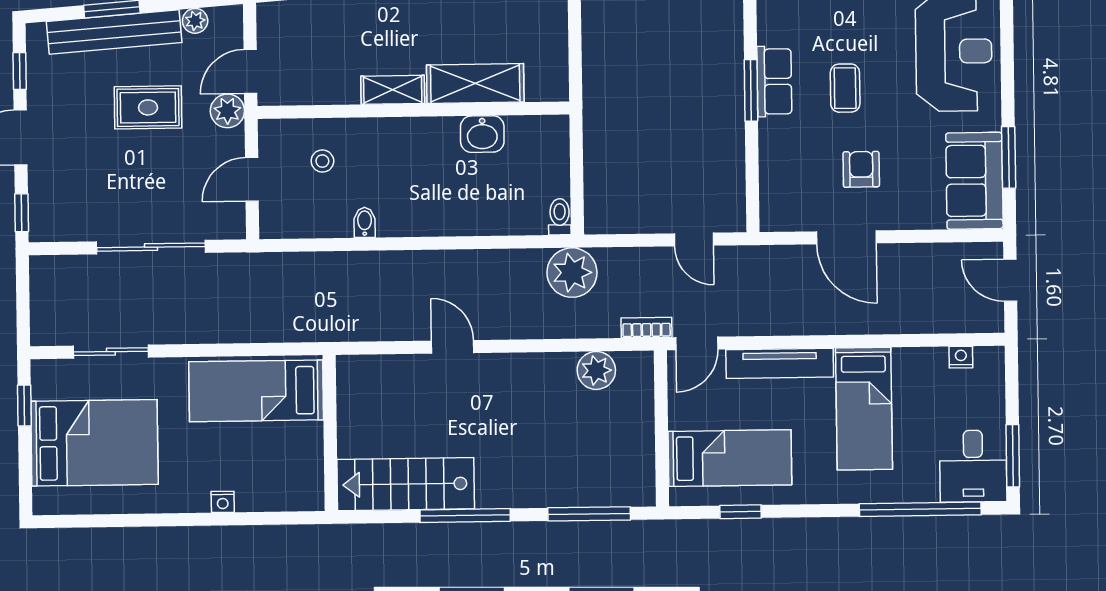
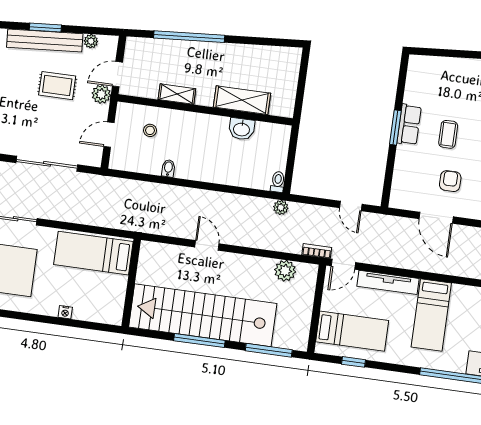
shelving: (393, 90) -> (177, 94), moved
plant: (572, 273) -> (281, 208), width x0.53, depth x0.53
stairs: (406, 484) -> (203, 315), width x1.86, depth x1.51

